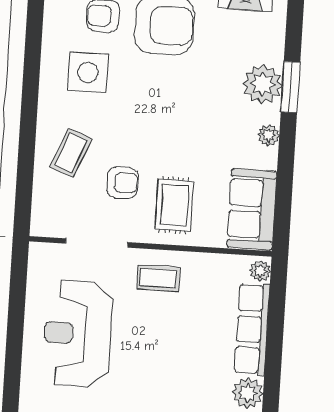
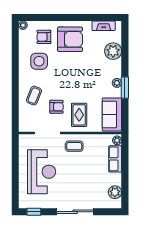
plant: (263, 84) -> (113, 51), moved
window: (290, 87) -> (125, 88), moved
row of seats: (252, 329) -> (115, 159), width x0.68
reception desk: (78, 334) -> (42, 172), turned 180

